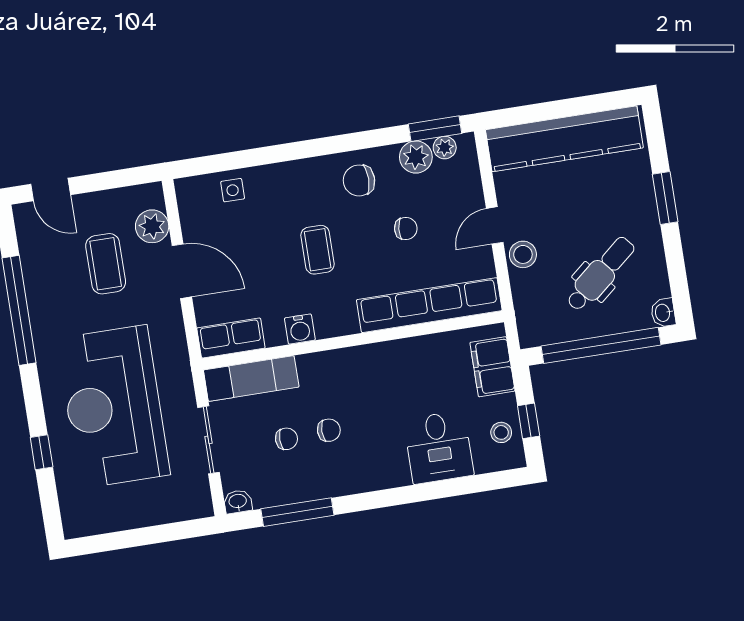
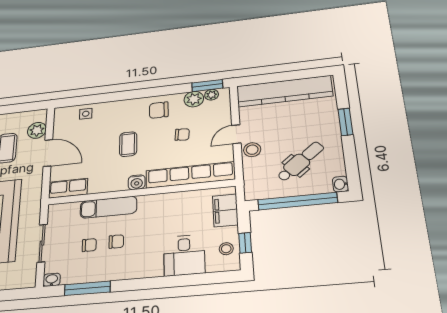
water cooler: (300, 329) -> (137, 182), moved
exam couch: (251, 379) -> (108, 207), moved

